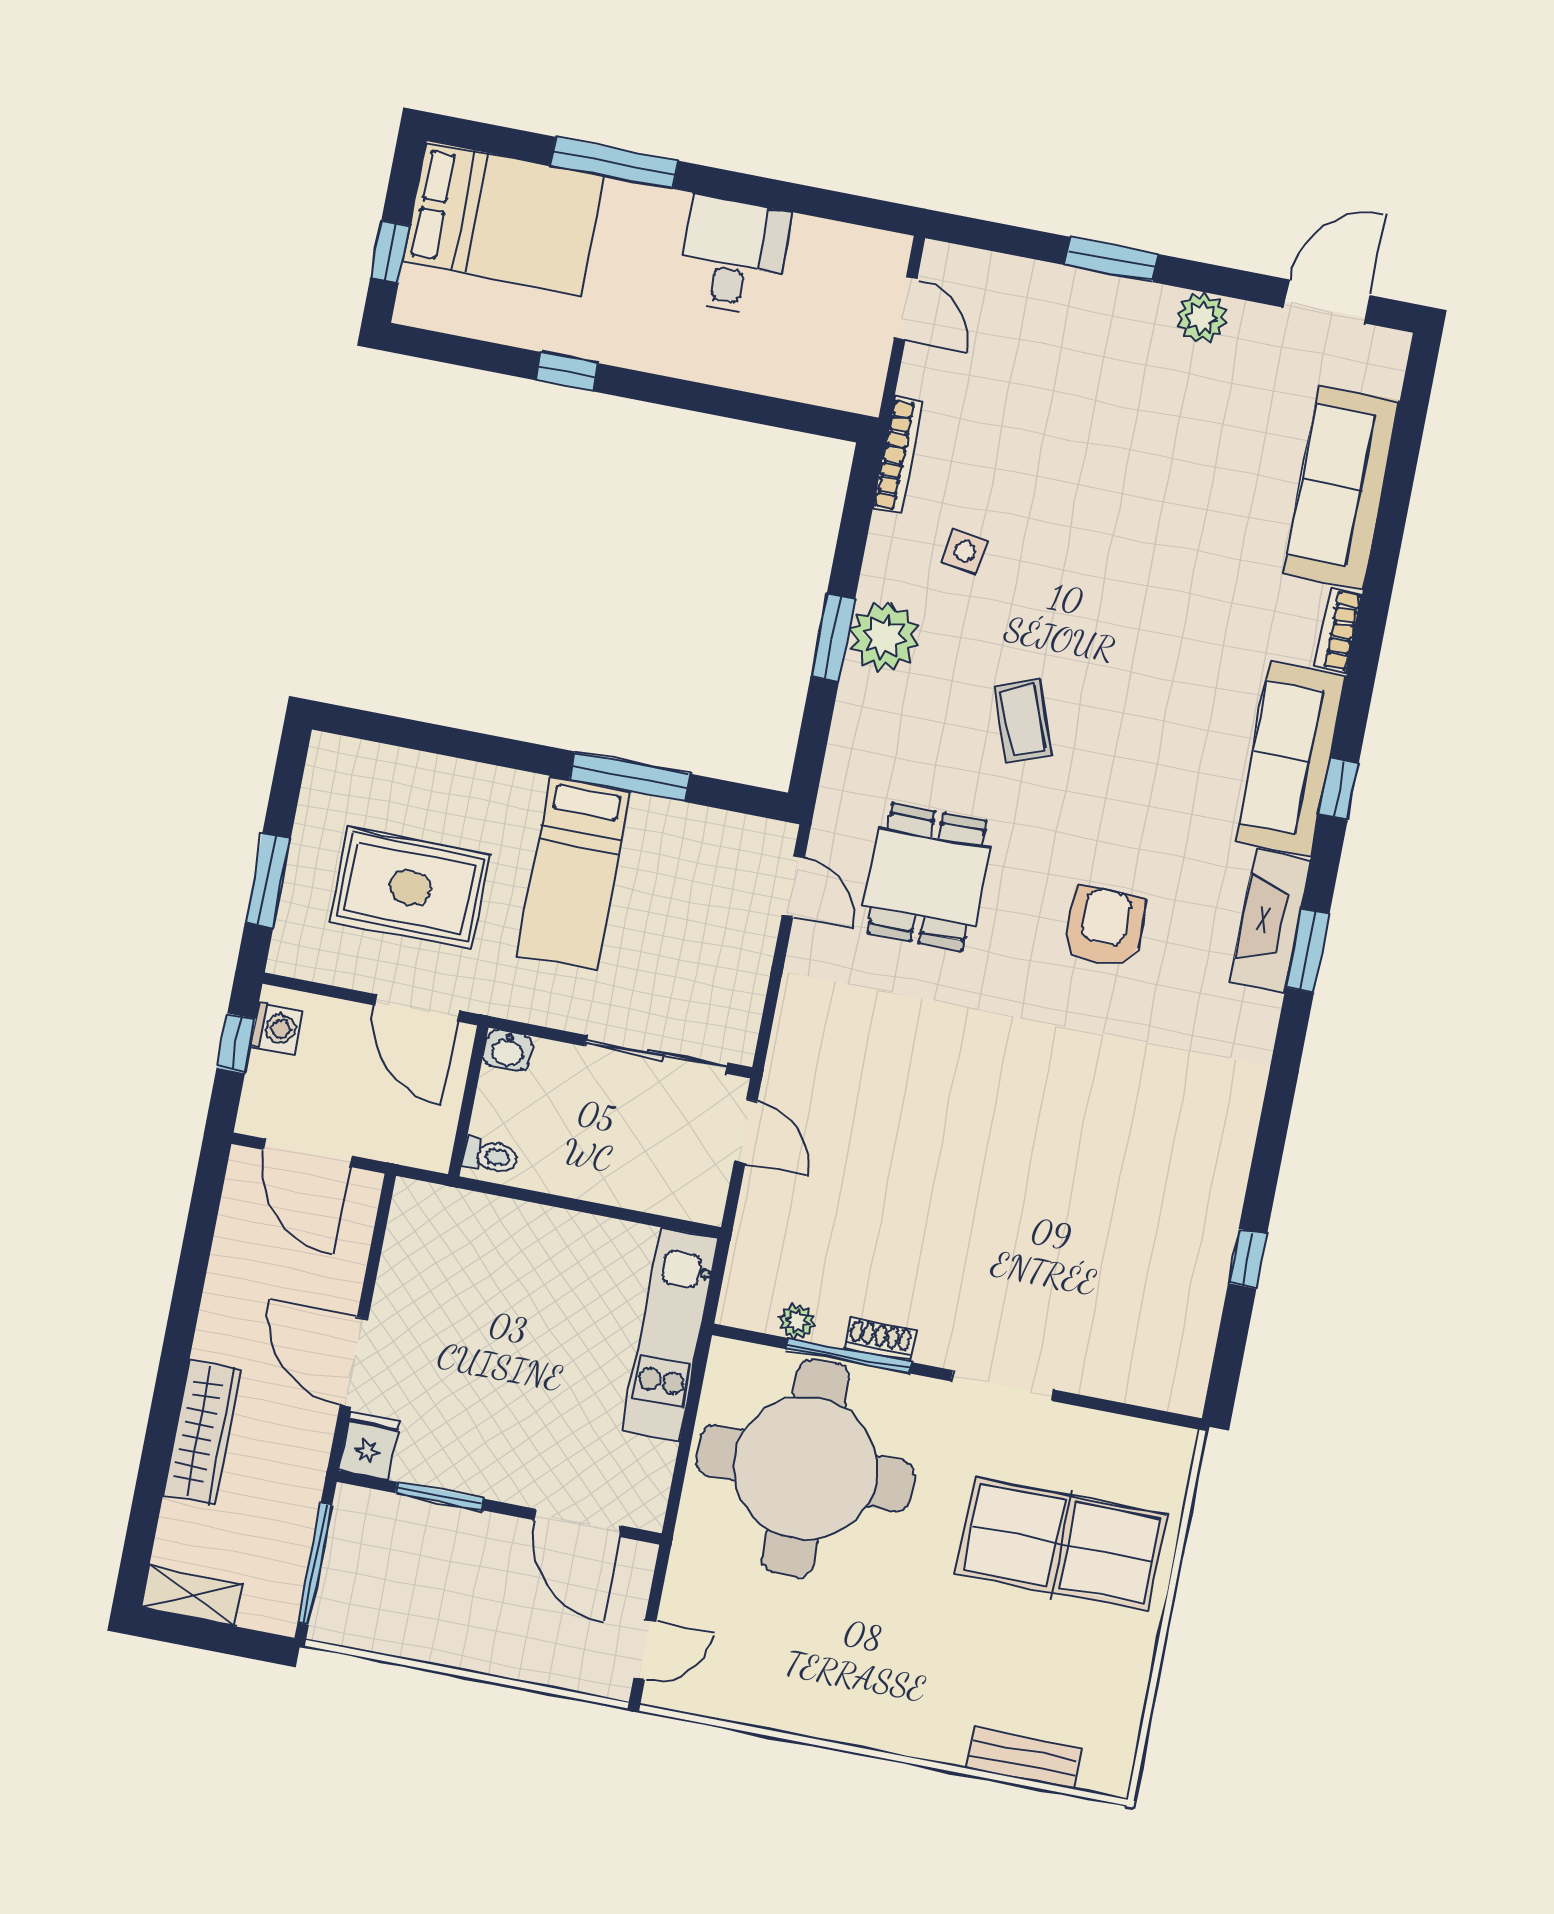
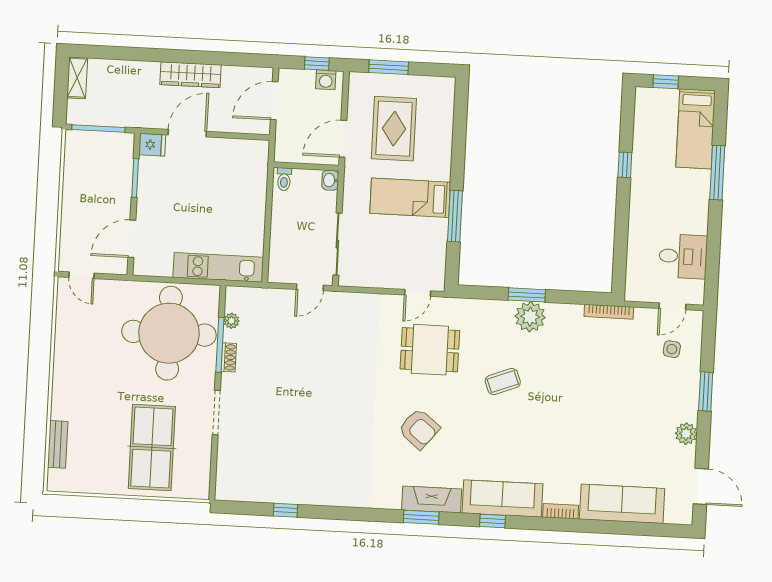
bed: (504, 218) -> (696, 129), width x0.67
desk: (733, 256) -> (683, 256), moved
side table: (965, 551) -> (672, 349), moved
armchair: (1104, 927) -> (419, 429), turned 39
wardrobe: (203, 1432) -> (191, 75), moved

